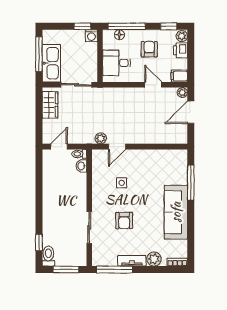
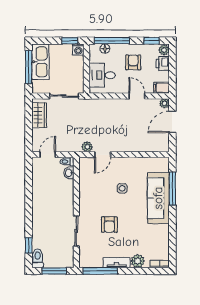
kitchen sink: (51, 63) -> (40, 62), moved
side table: (122, 183) -> (122, 188), moved
sofa: (176, 212) -> (158, 198), moved

